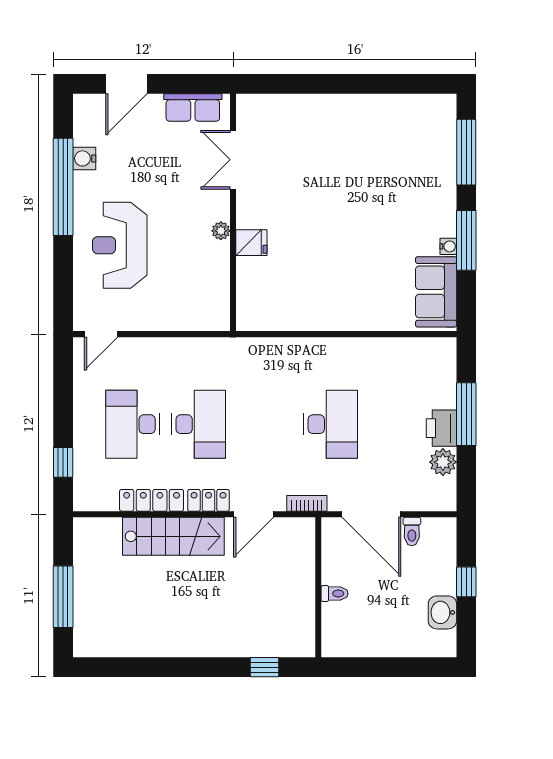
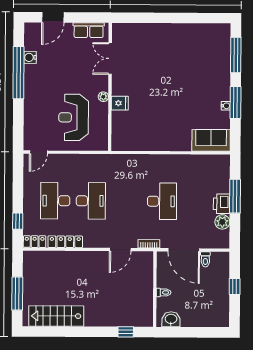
reception desk: (120, 245) -> (74, 117), moved
sofa: (436, 292) -> (211, 140), moved, turned 90
locker: (209, 500) -> (35, 242), moved
stairs: (173, 536) -> (56, 316), moved, turned 180
washbasin: (442, 612) -> (171, 319), moved, turned 90

